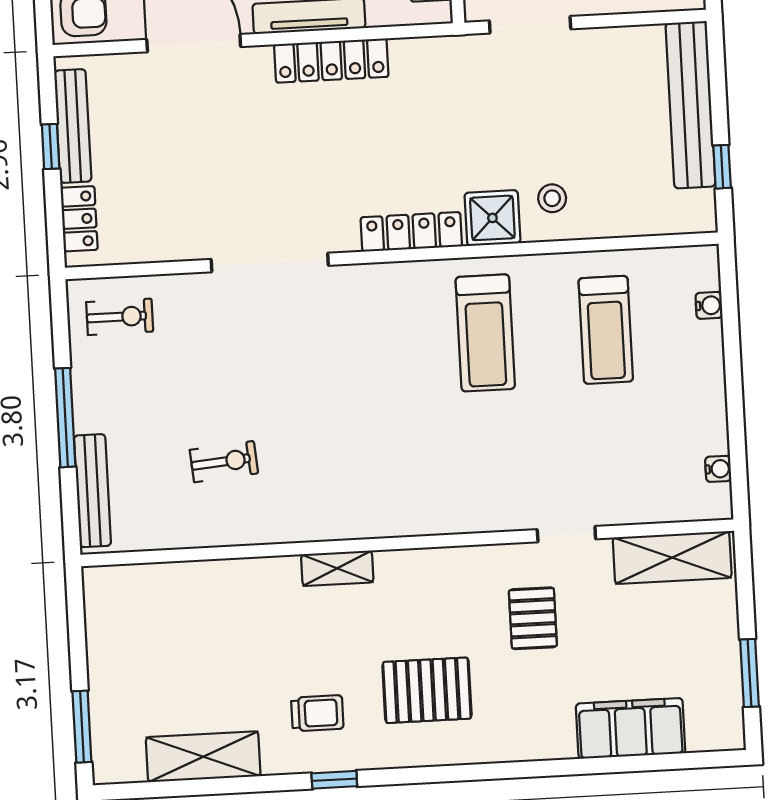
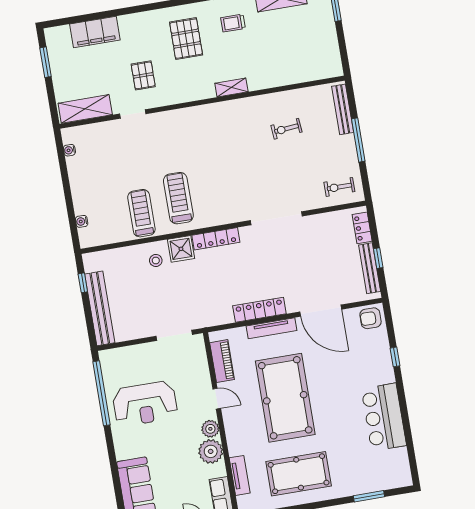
treadmill: (606, 330) -> (141, 213), moved
pallet: (427, 690) -> (186, 39), turned 90

